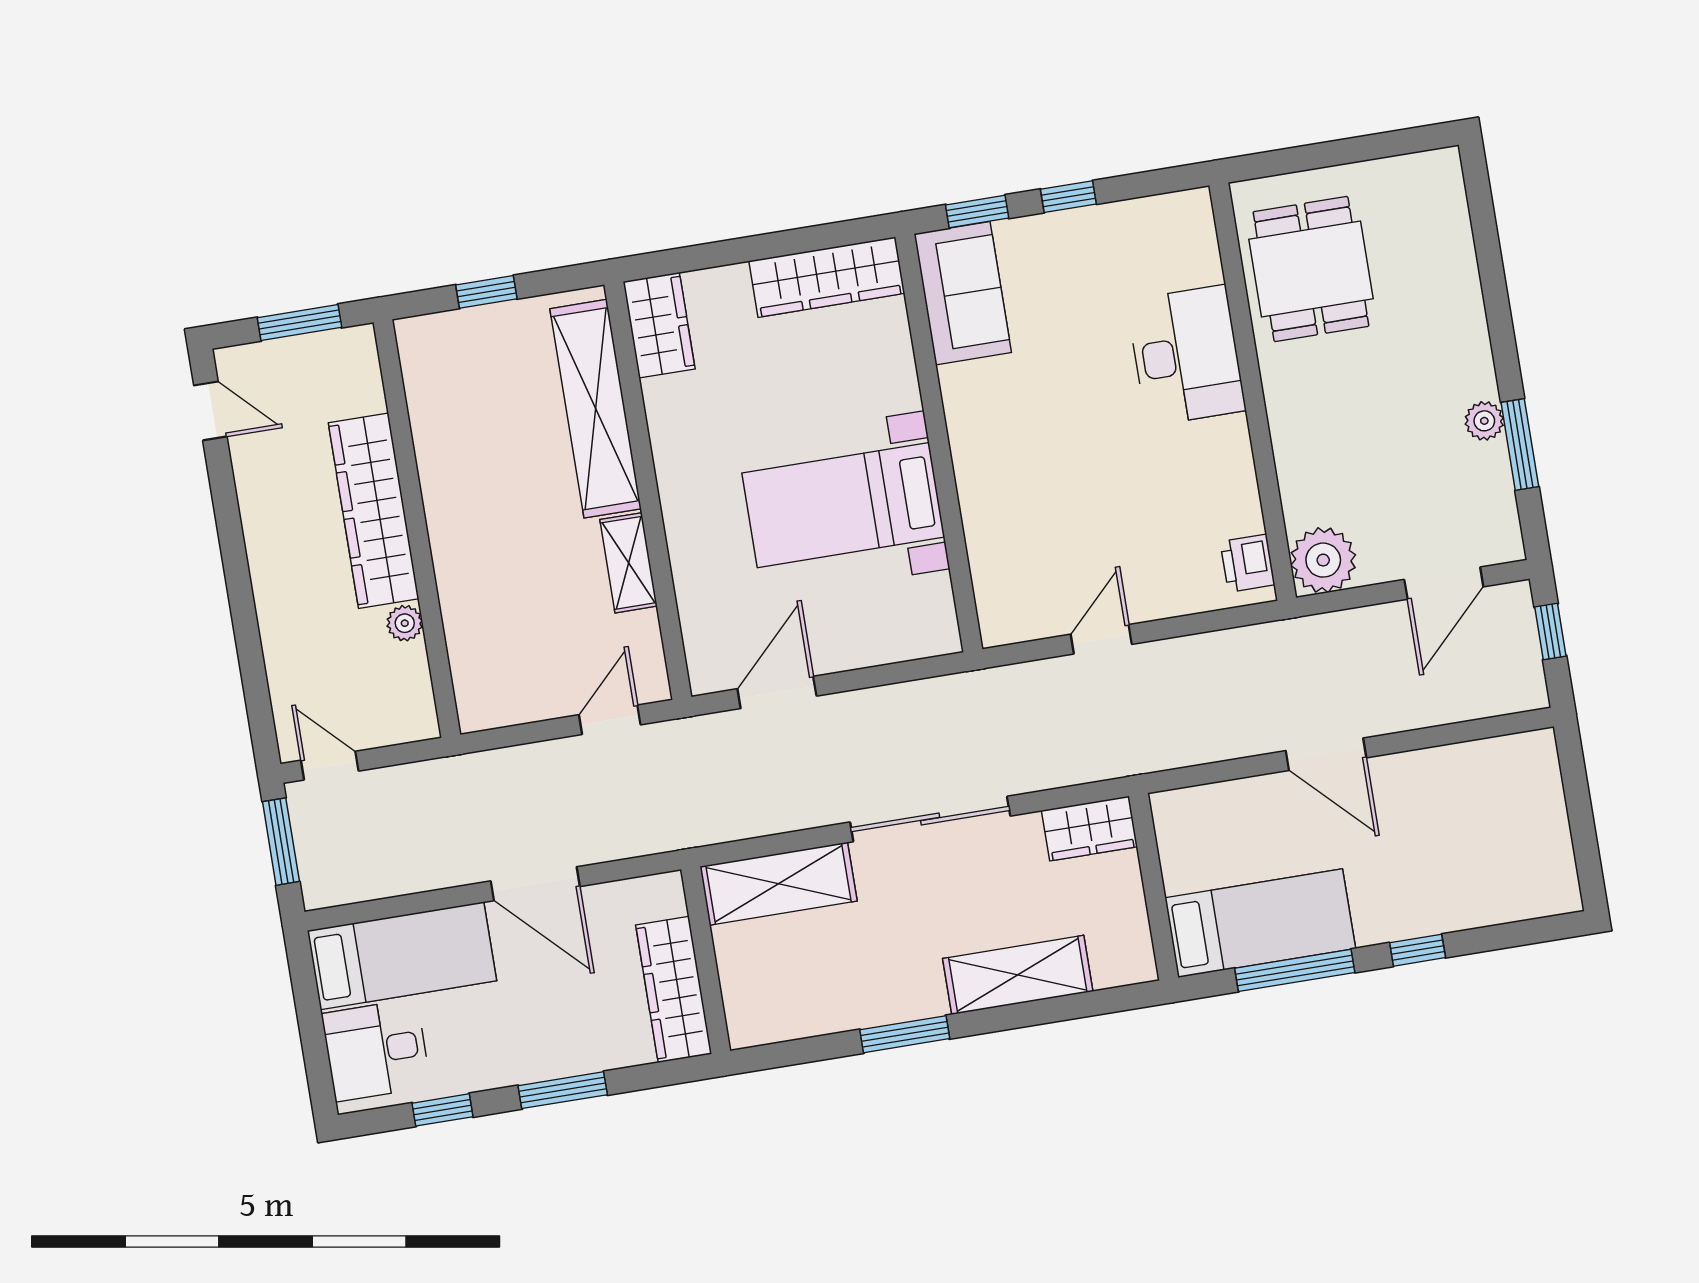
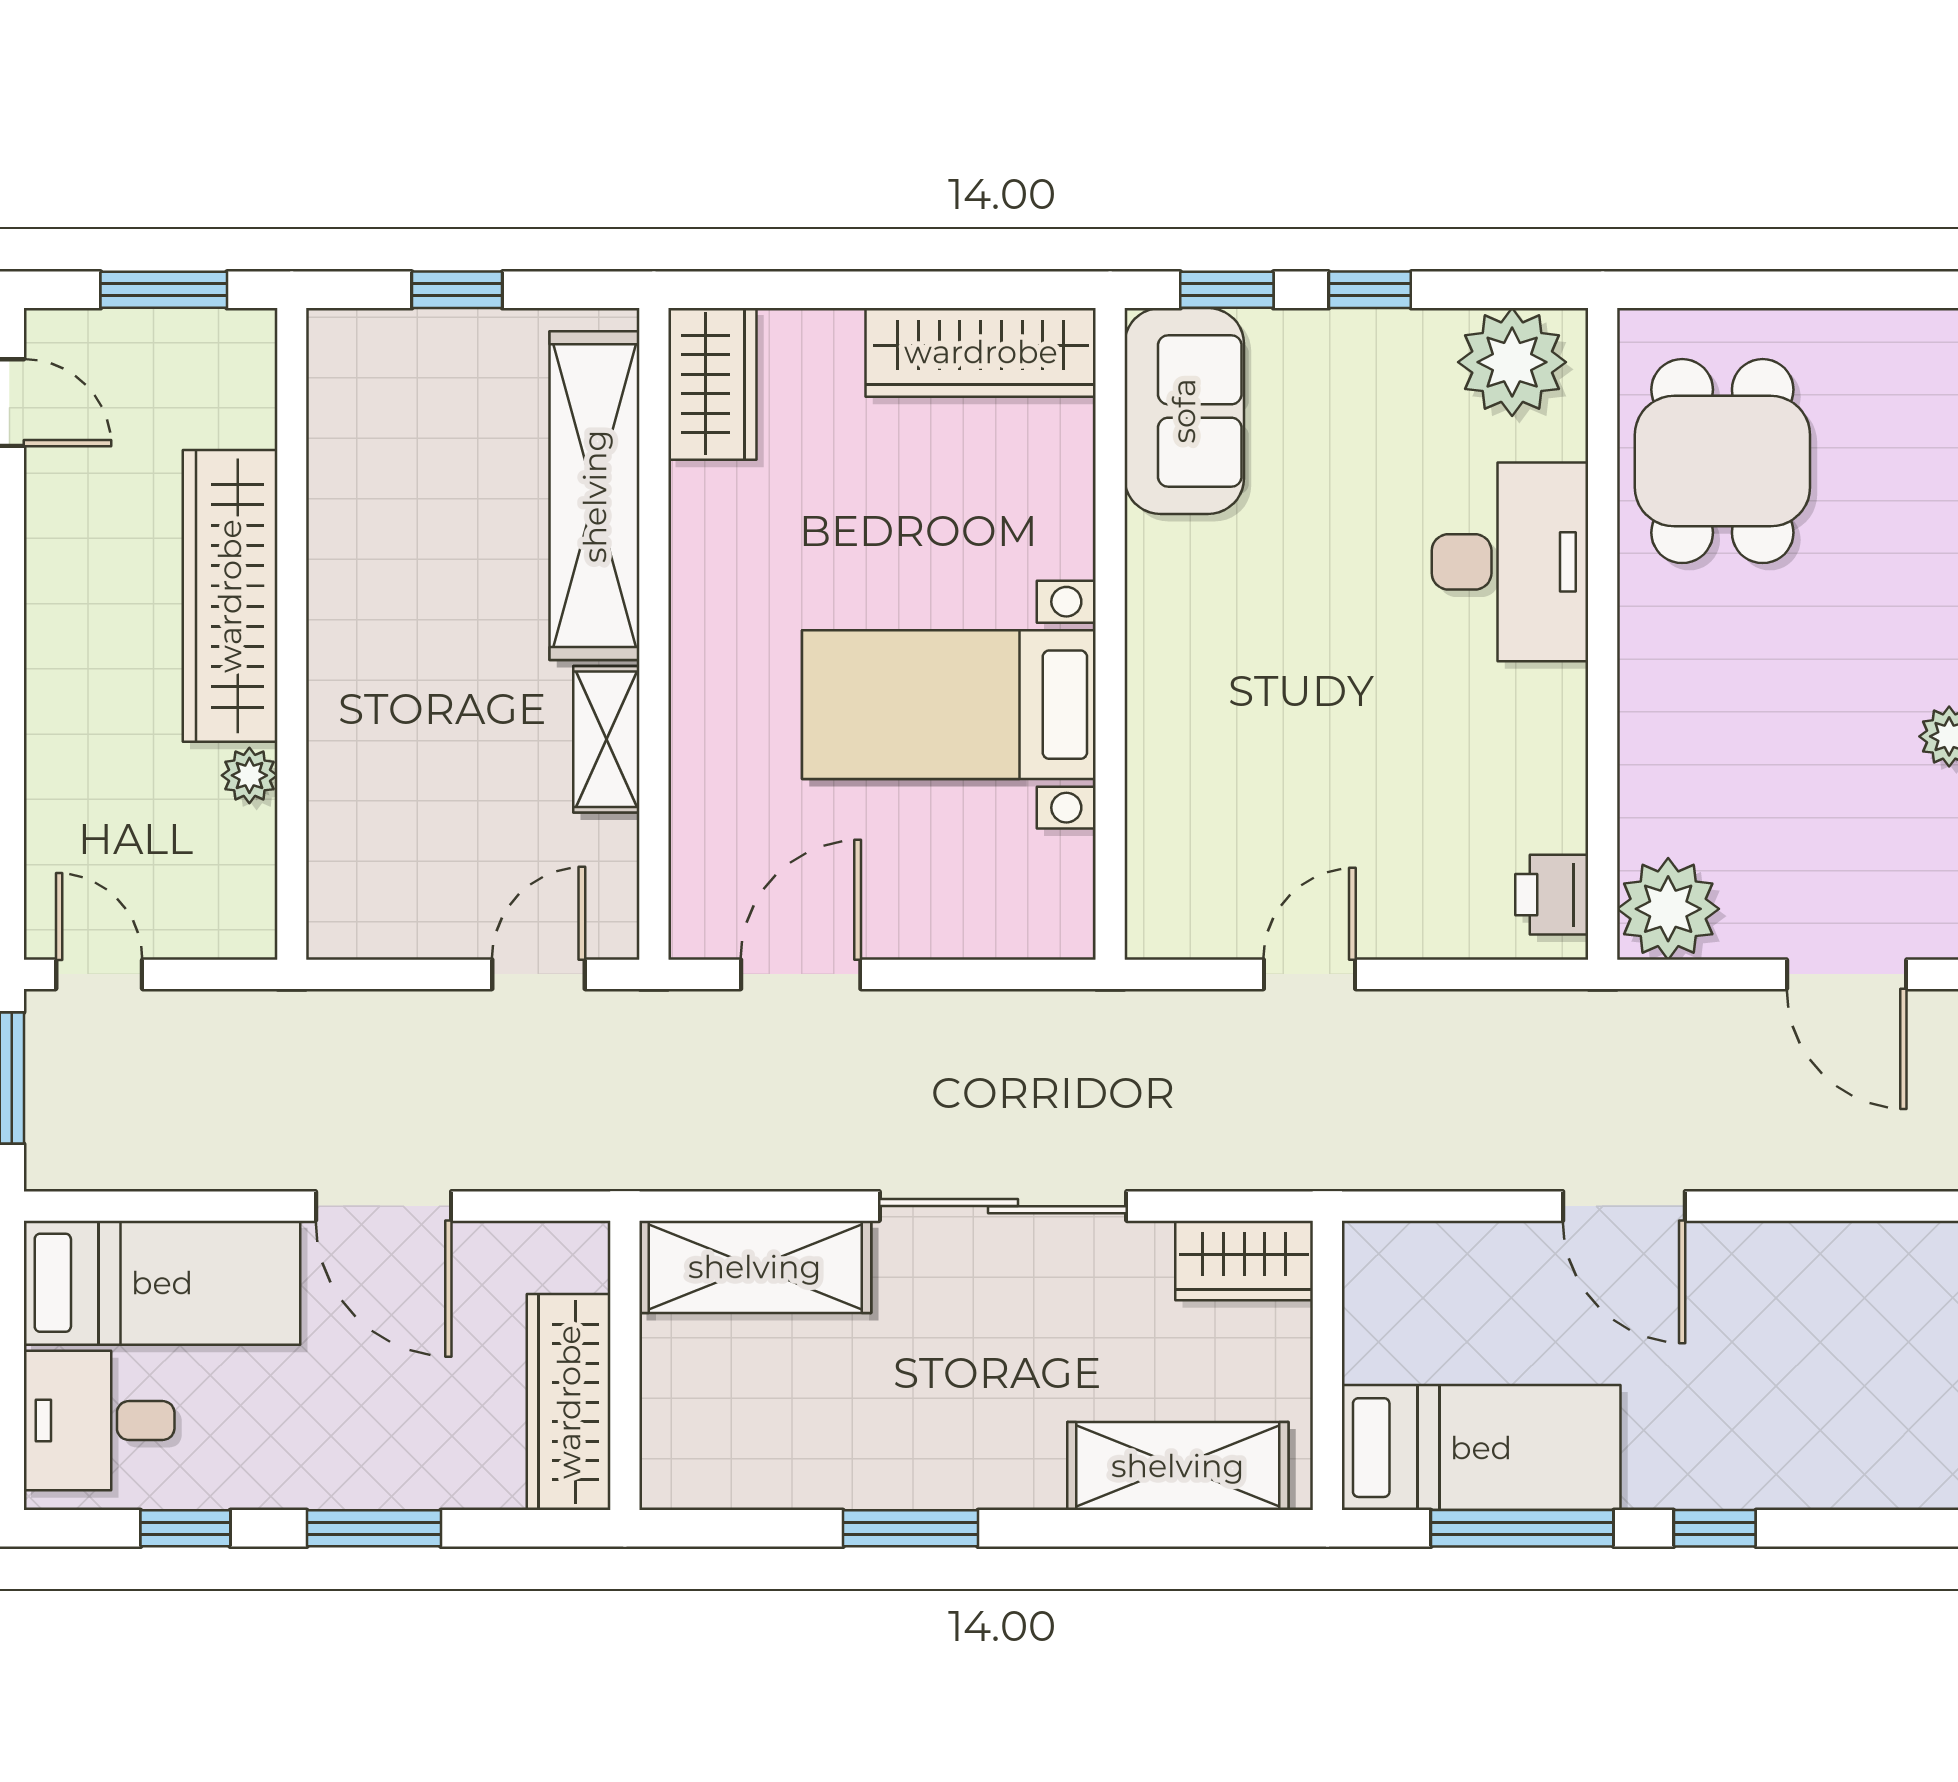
plant: (1167, 228) -> (1512, 362), added
door: (1444, 583) -> (1847, 974), hinge flipped
shelving: (1018, 975) -> (1178, 1466), moved

